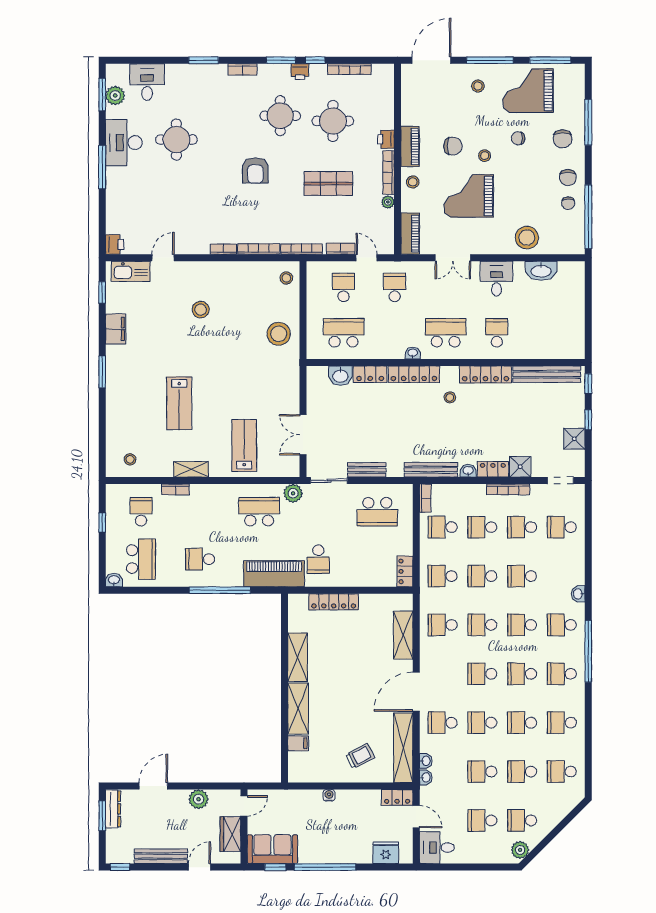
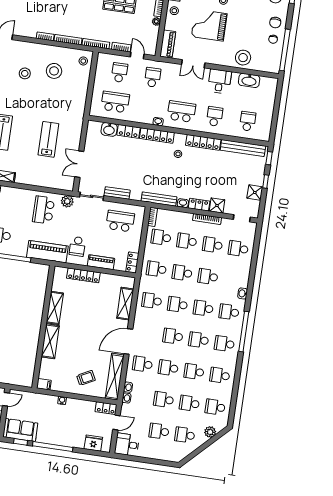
school desk: (548, 333) -> (248, 121), added
stool: (279, 334) -> (54, 71), moved
lab bench: (244, 445) -> (48, 139), moved
school desk: (259, 512) -> (44, 210), turned -90
school desk: (377, 512) -> (120, 221), turned 180
piano: (357, 578) -> (101, 262), added
filing cabinet: (298, 743) -> (44, 384), moved
door: (416, 817) -> (116, 423), hinge flipped
plant: (520, 850) -> (210, 432), moved

